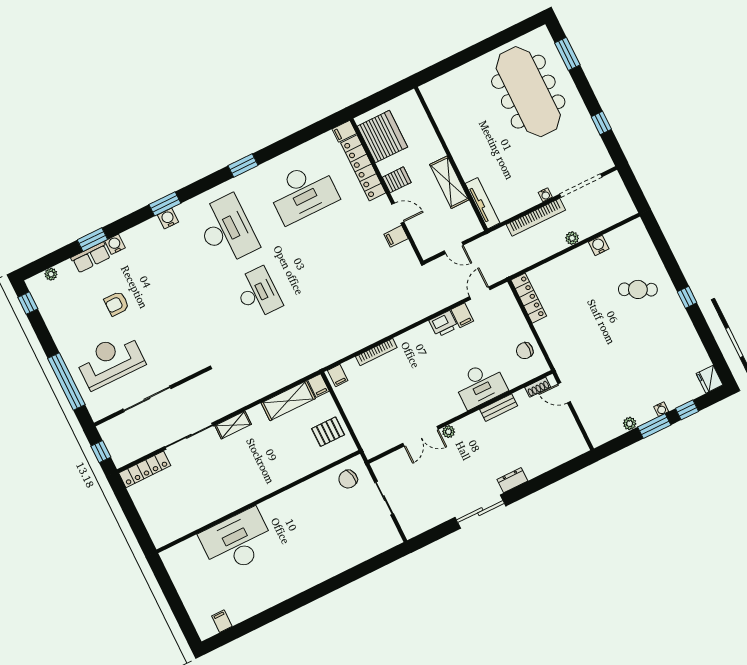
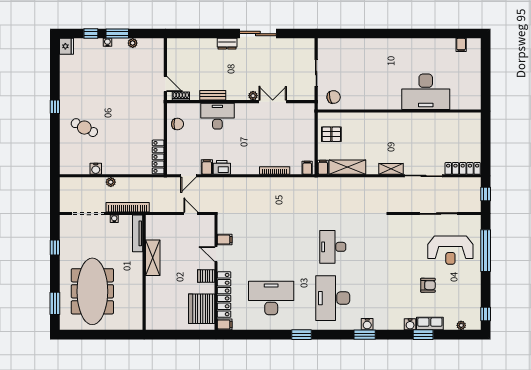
wall: (451, 159) -> (144, 272), moved
shelving: (449, 182) -> (153, 258), moved
tv unit: (483, 203) -> (138, 233), moved

